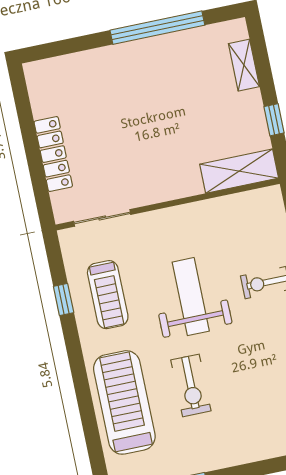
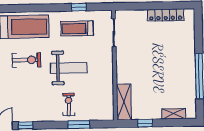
locker: (53, 154) -> (166, 15), moved
exercise bike: (191, 385) -> (26, 60), turned 180

